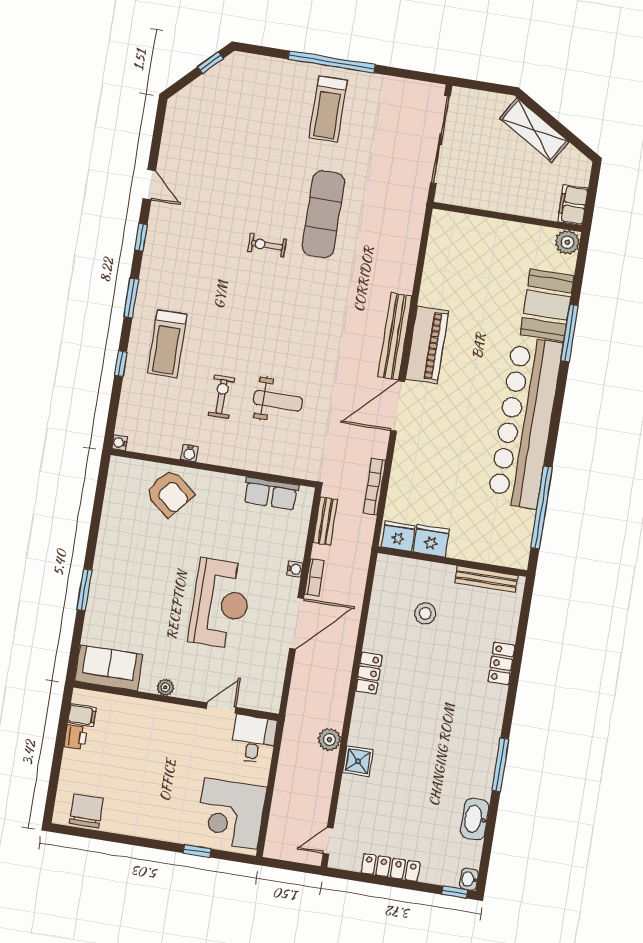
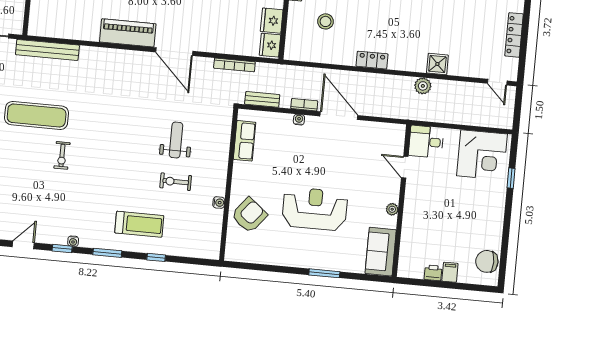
bench: (395, 336) -> (47, 50), moved
water cooler: (119, 443) -> (73, 241), moved
reception desk: (221, 604) -> (315, 209), moved
filing cabinet: (82, 715) -> (450, 272), moved

